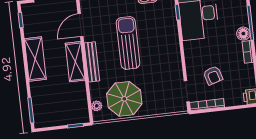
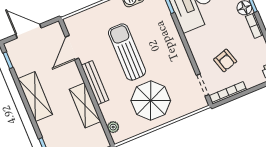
shelving: (75, 62) -> (85, 105), moved
parasol: (124, 99) -> (151, 101), moved

